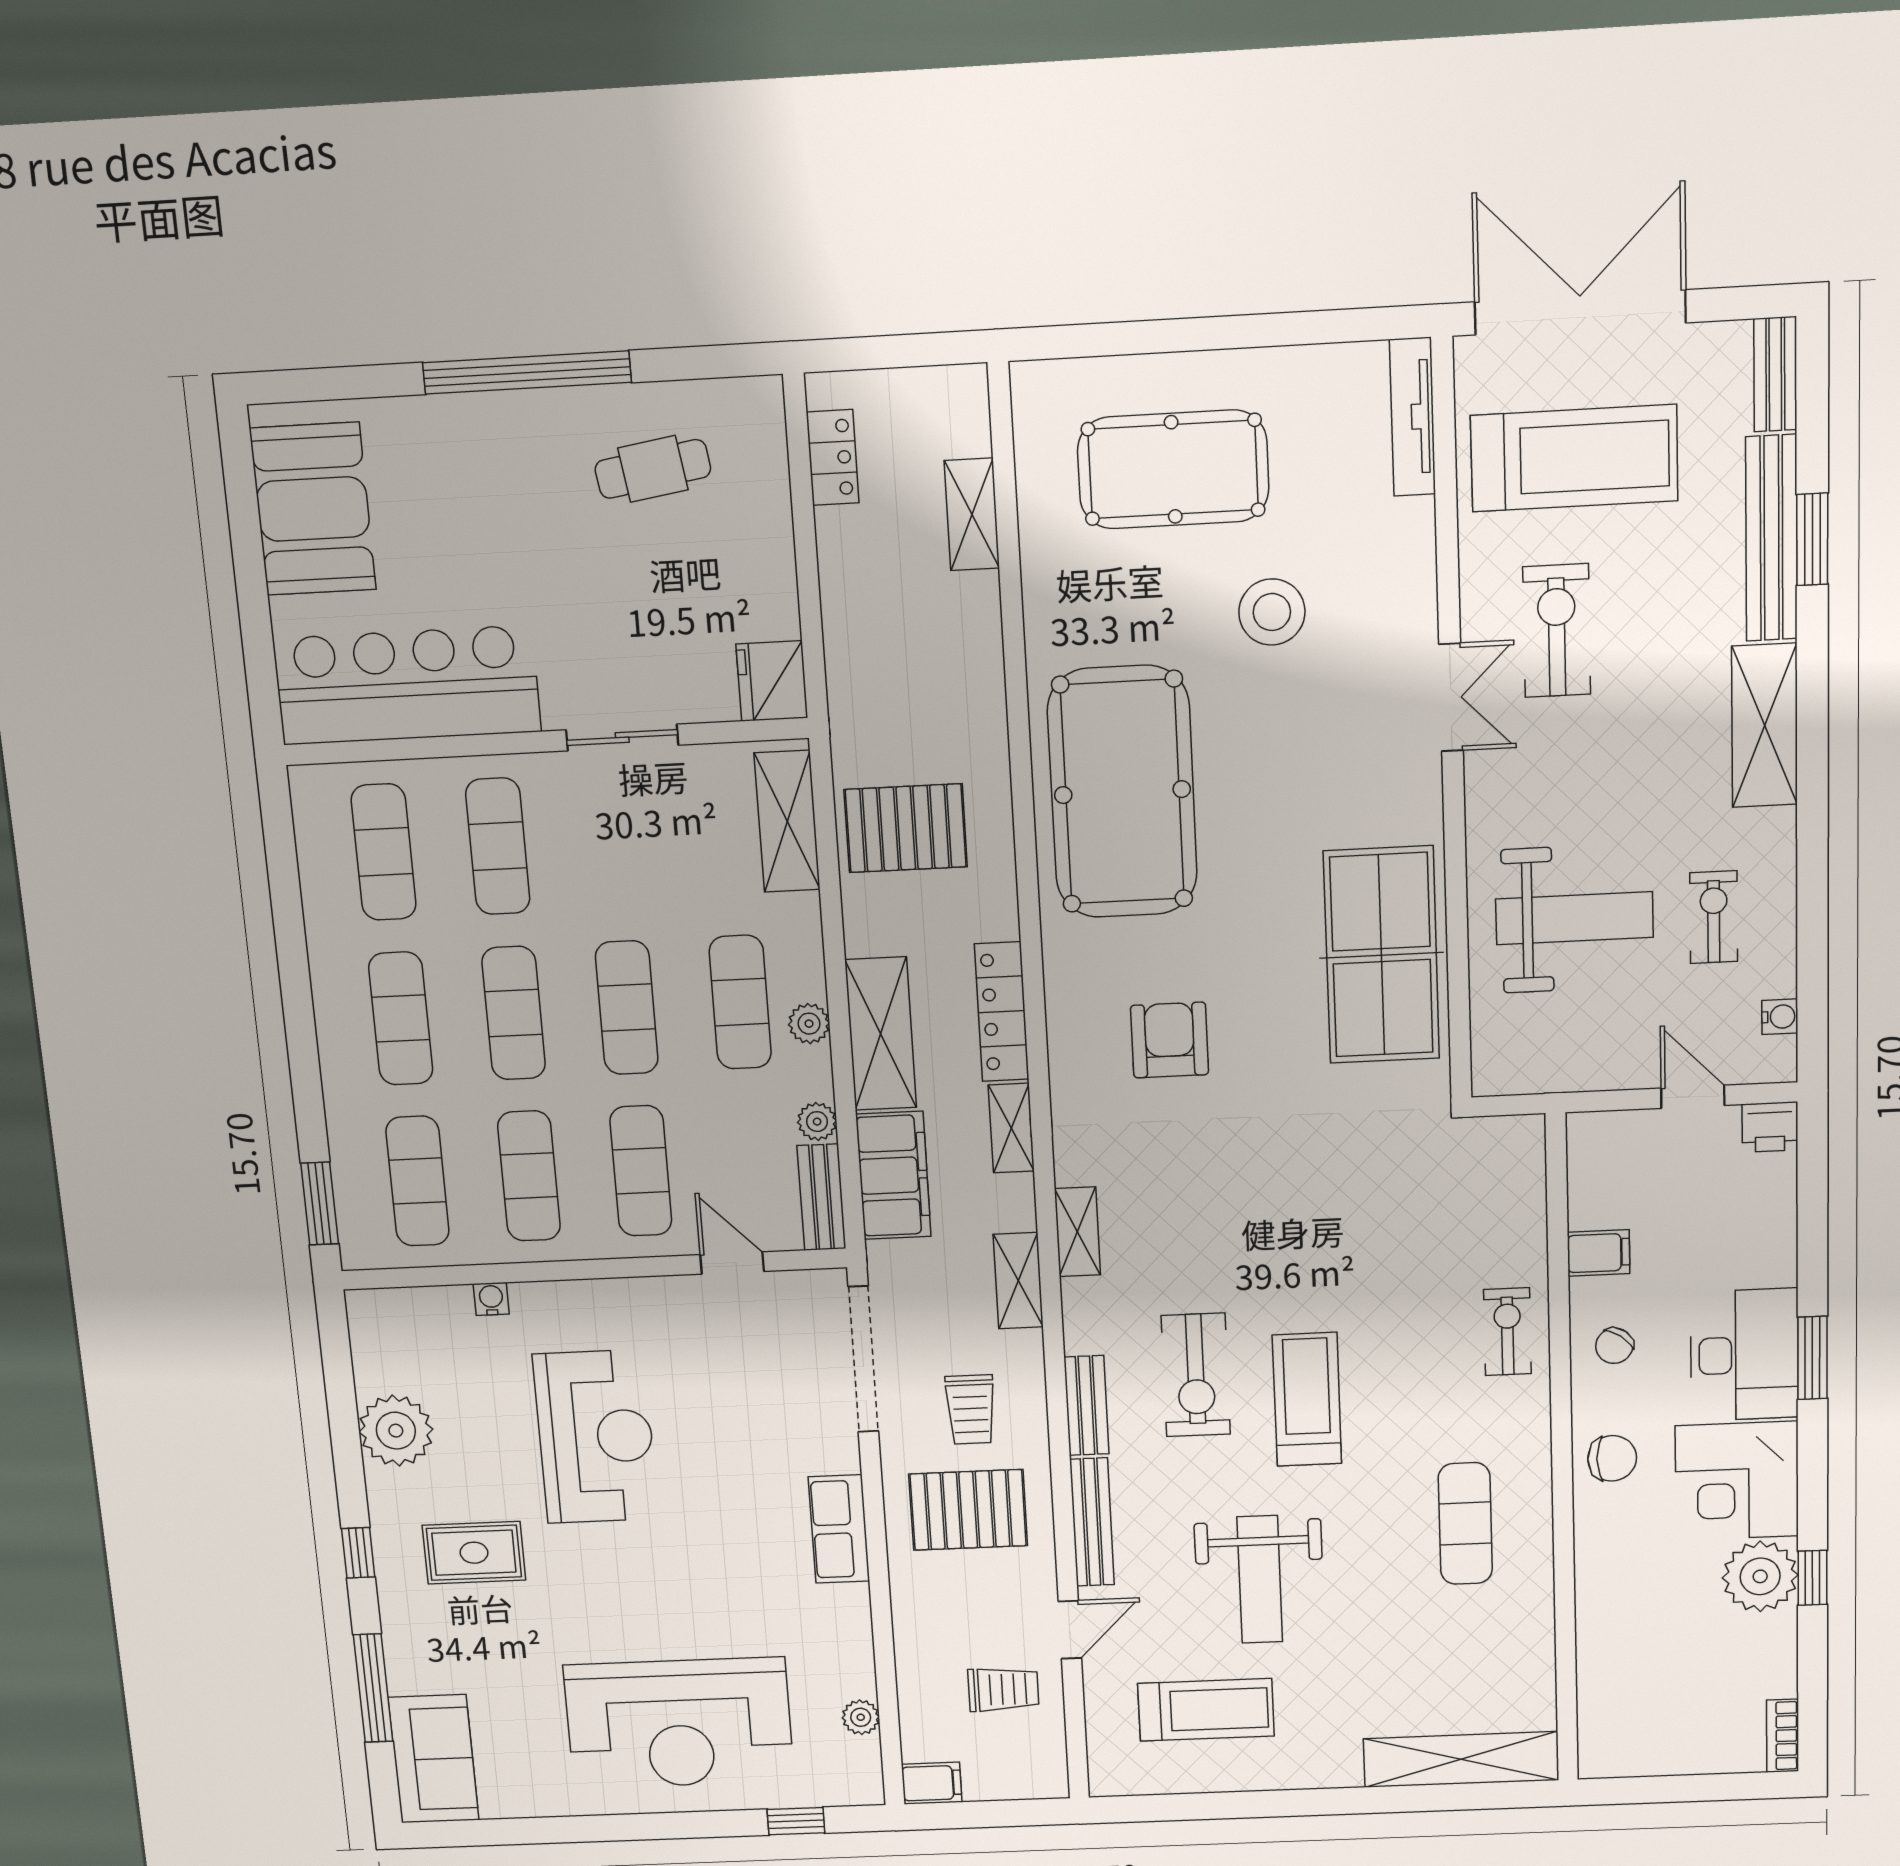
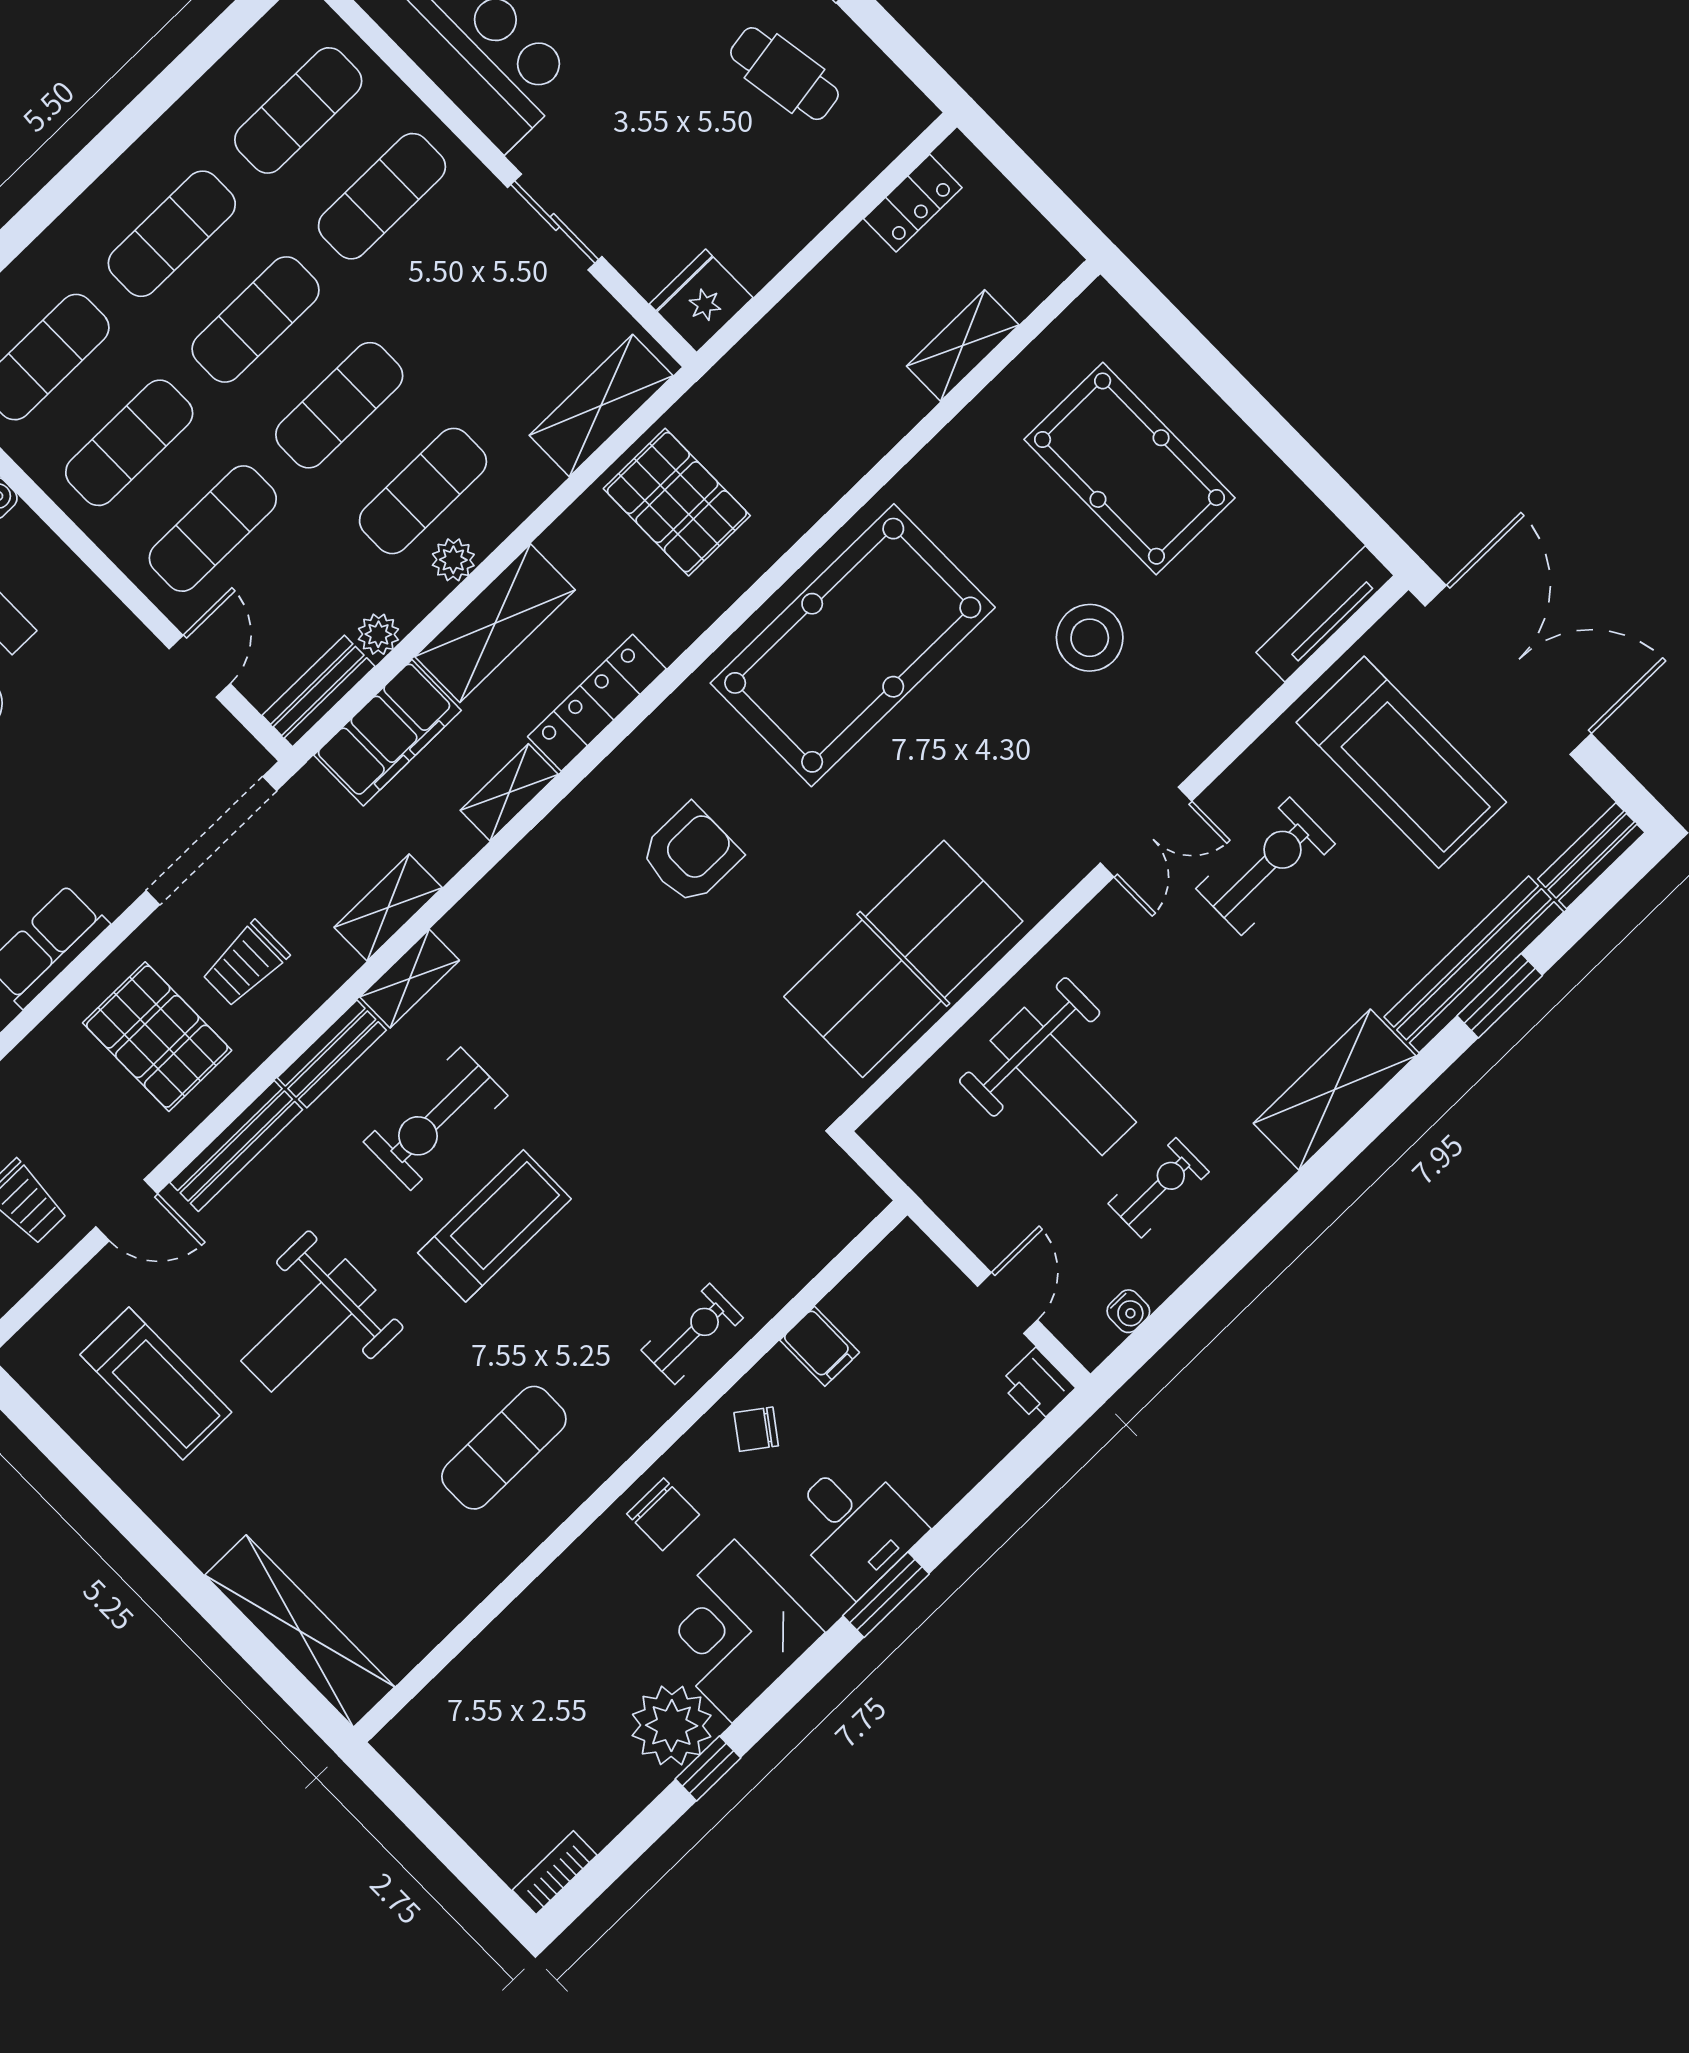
shelving: (1077, 1232) -> (410, 979), moved
desk: (1744, 1355) -> (854, 1525), width x0.73

